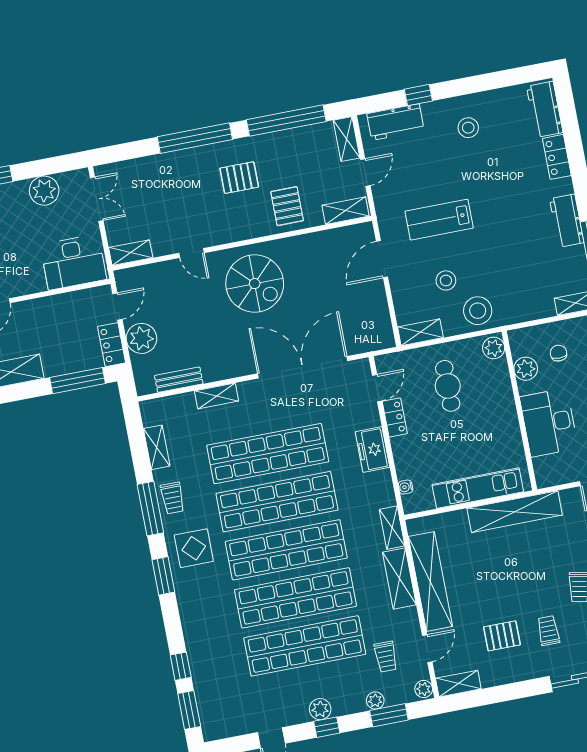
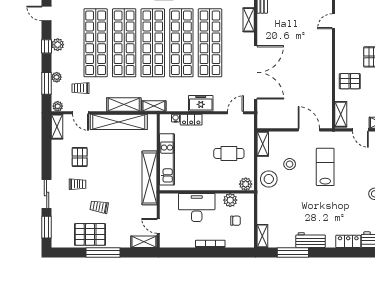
spiral stairs: (255, 284) -> (309, 54), removed
door: (377, 388) -> (235, 113), swing flipped
locker: (395, 417) -> (191, 120), moved

